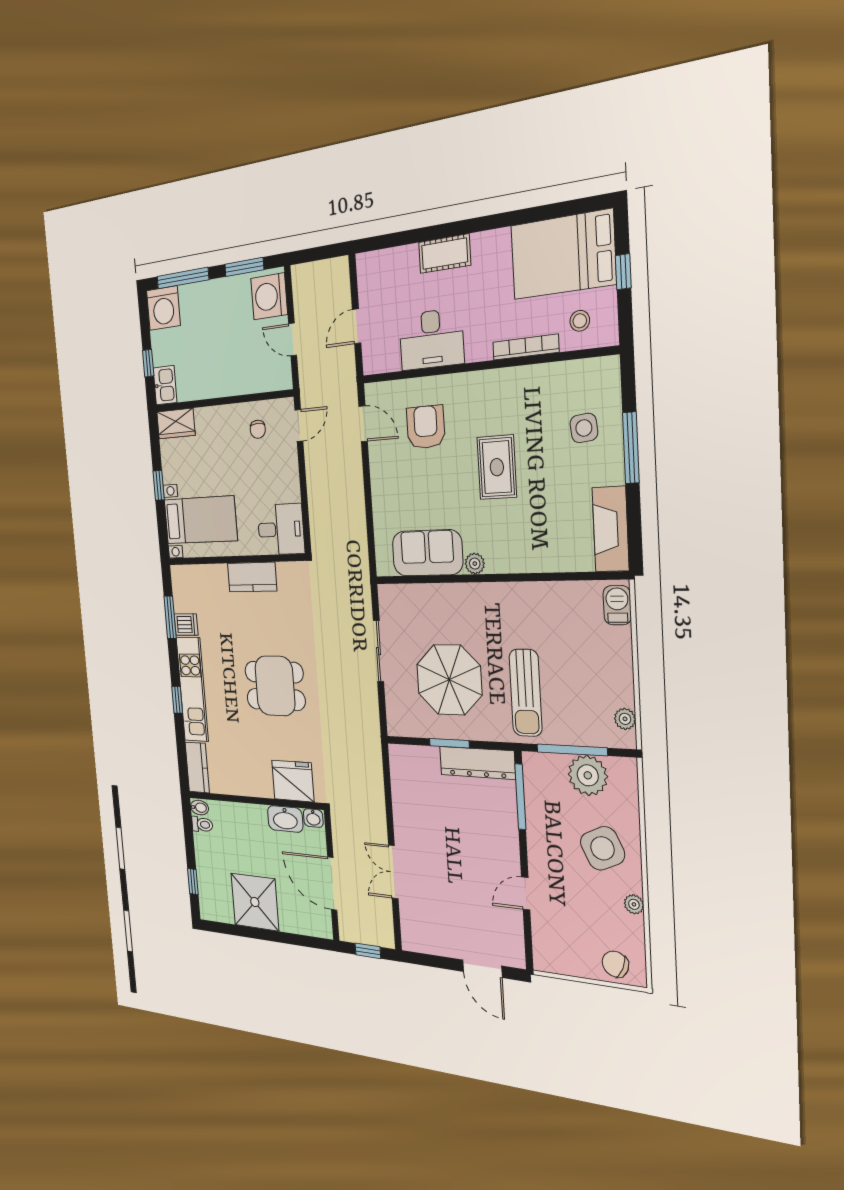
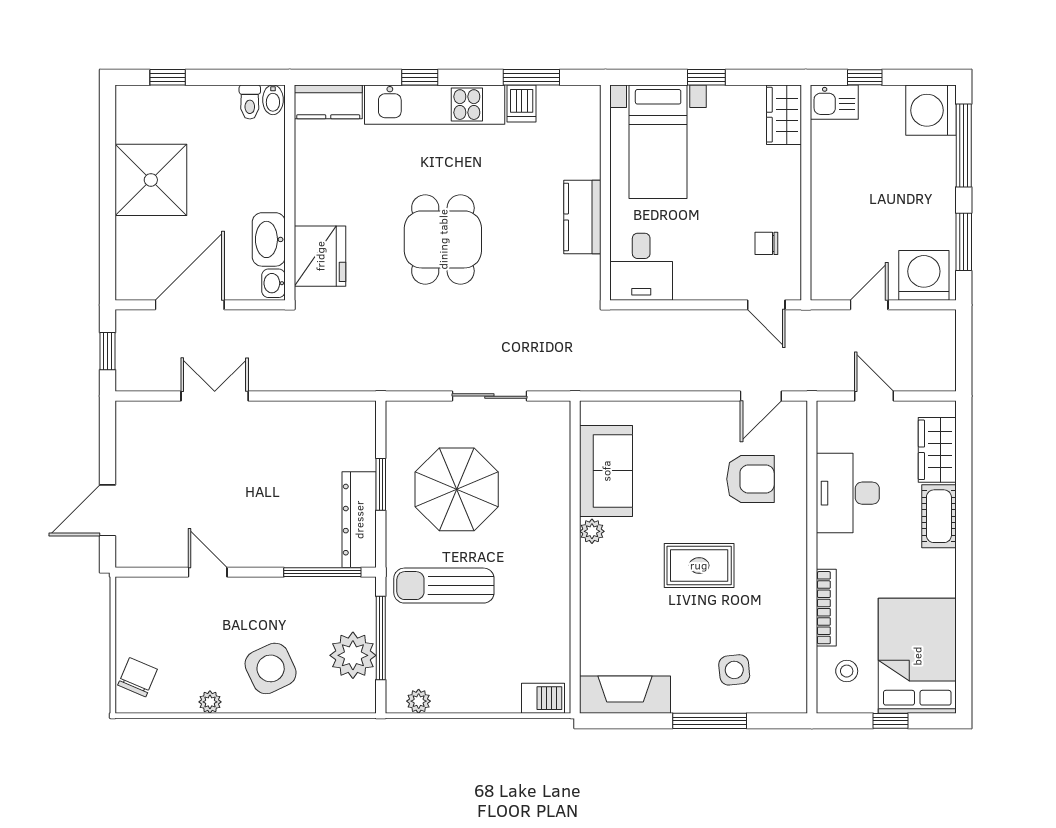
wardrobe: (393, 264) -> (937, 450), added

